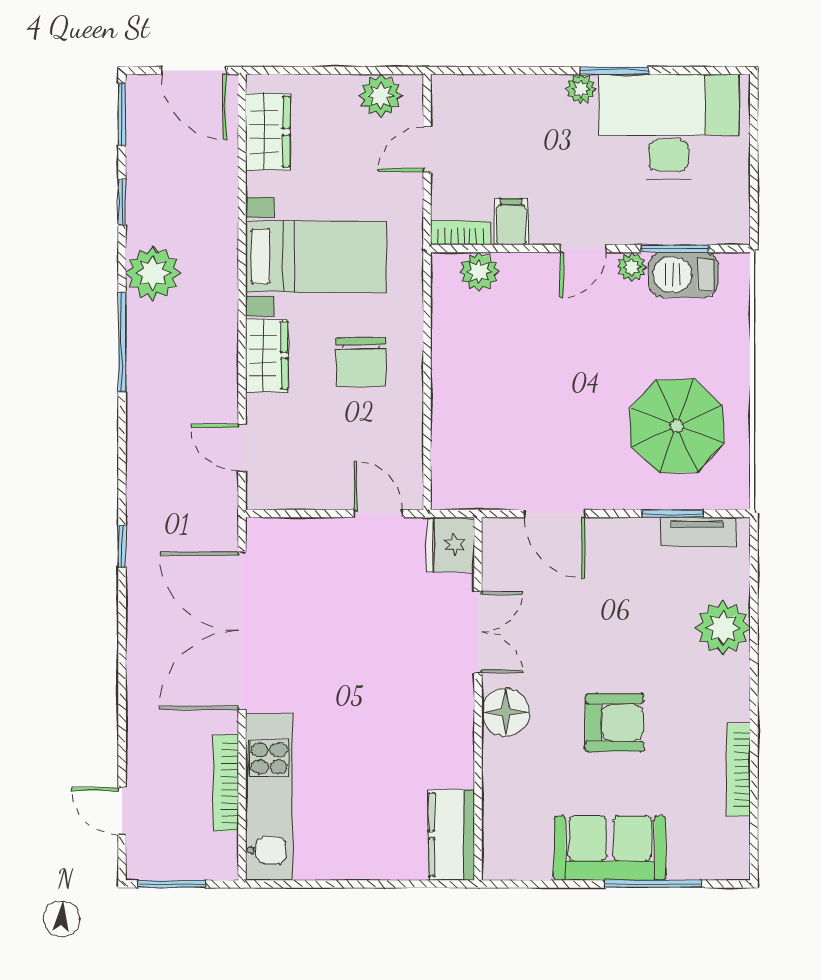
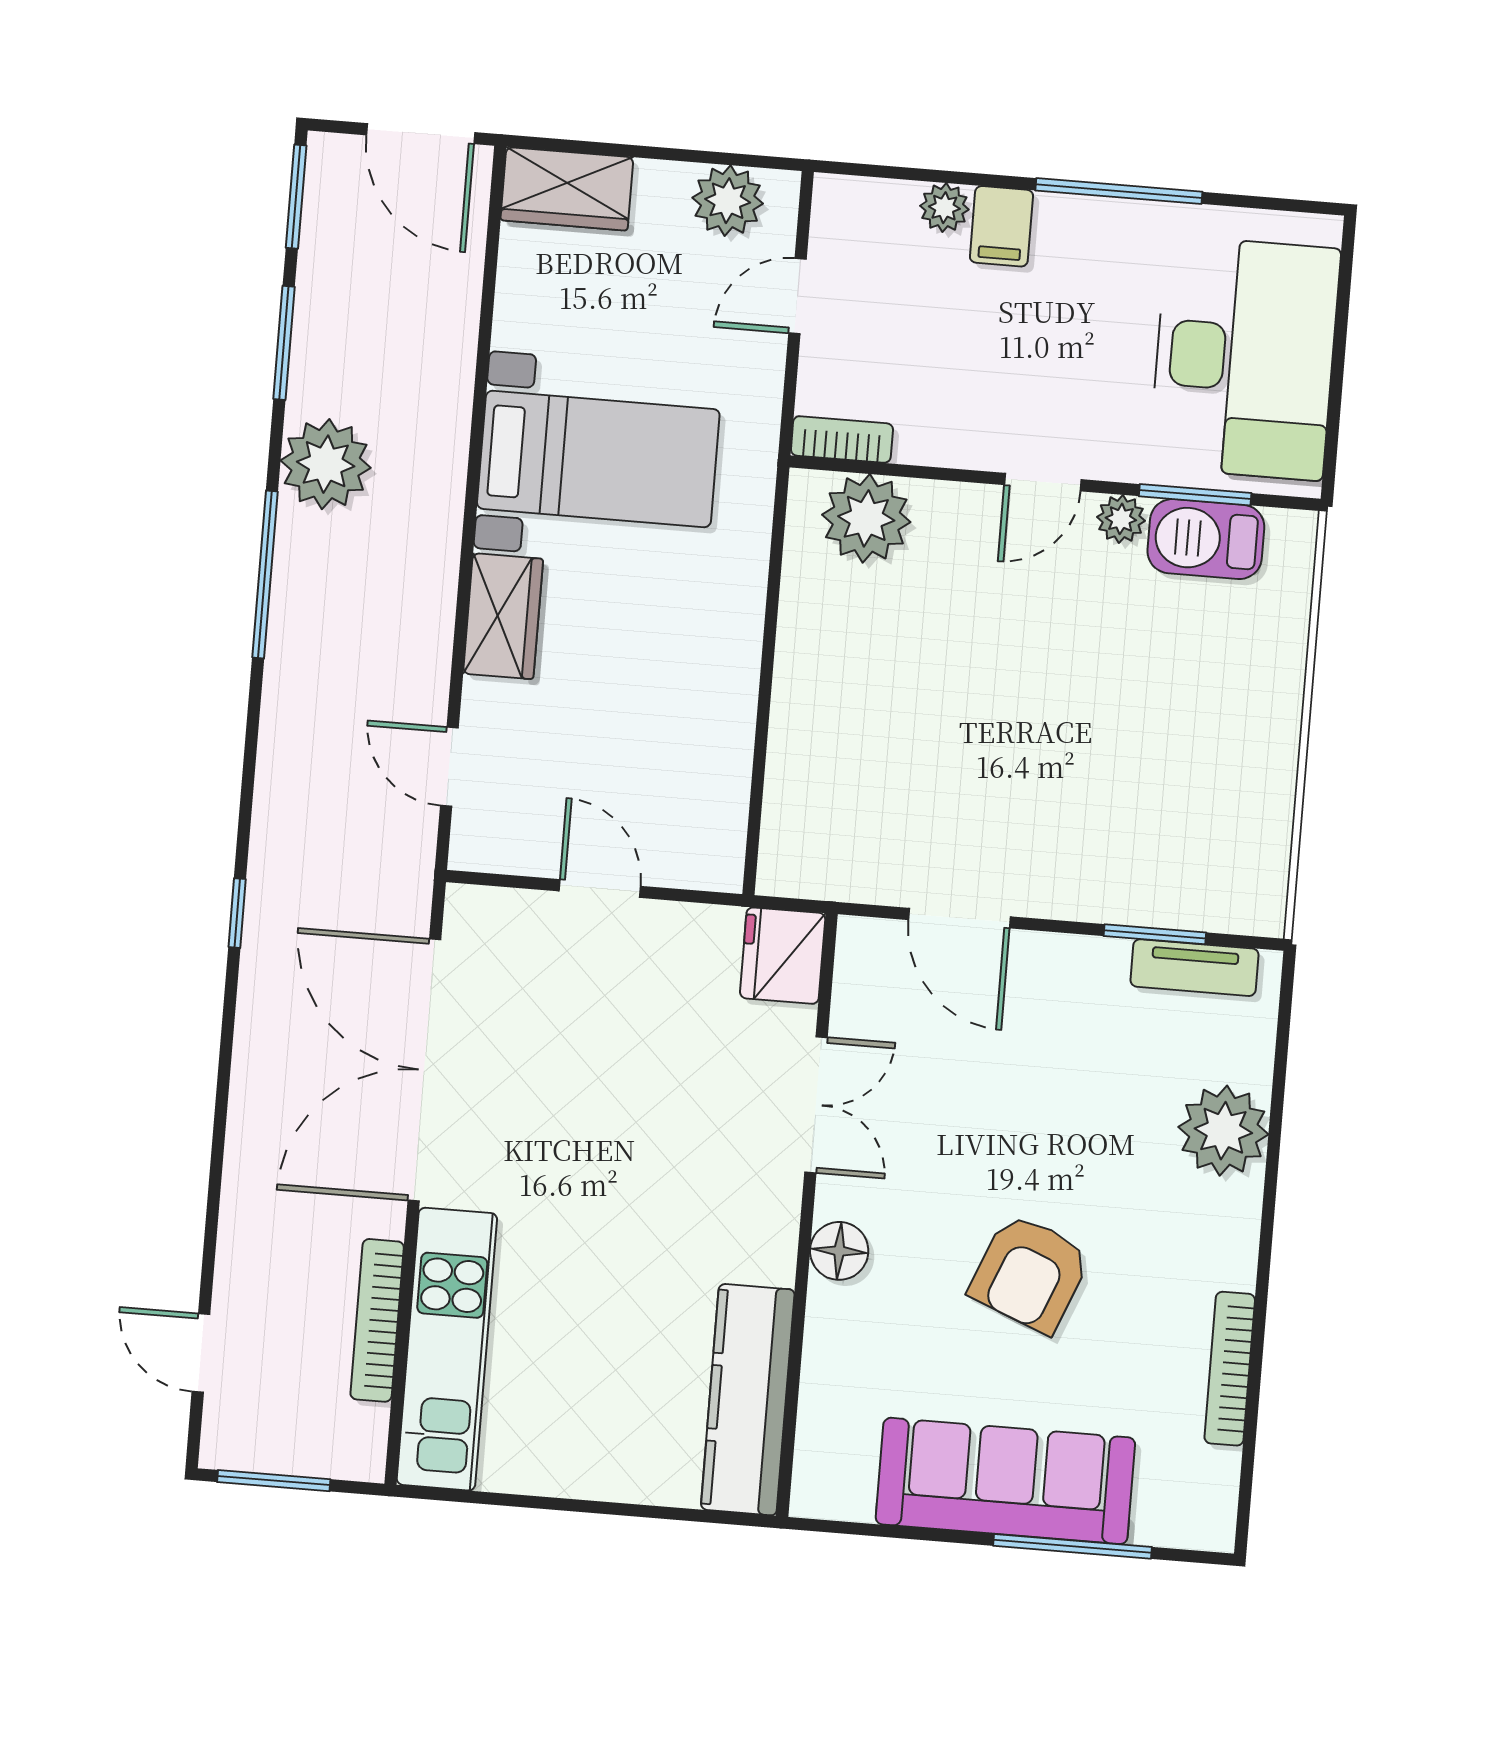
window: (614, 71) -> (1119, 191), width x1.44
plant: (581, 89) -> (944, 208), moved
desk: (669, 127) -> (1245, 358), moved, turned 90
wardrobe: (268, 132) -> (567, 189), moved, turned 90
window: (122, 203) -> (284, 343), width x1.50
filing cabinet: (511, 222) -> (1001, 226), moved, turned 180
plant: (479, 272) -> (866, 518), width x1.36, depth x1.36
chair: (361, 362) -> (659, 640), removed
parasol: (677, 426) -> (1174, 789), removed
door: (378, 514) -> (600, 889), moved
floor lamp: (506, 712) -> (839, 1251), width x0.73, depth x0.73
armchair: (614, 723) -> (1030, 1273), turned 112
kitchen counter: (452, 835) -> (748, 1400), width x1.50
sofa: (610, 848) -> (1005, 1481), width x1.36

